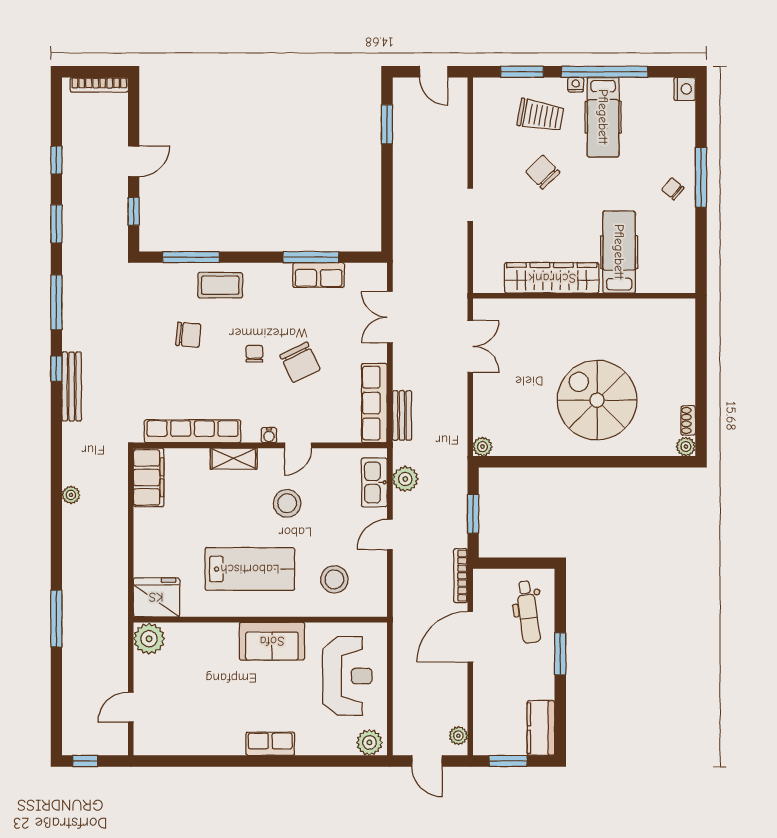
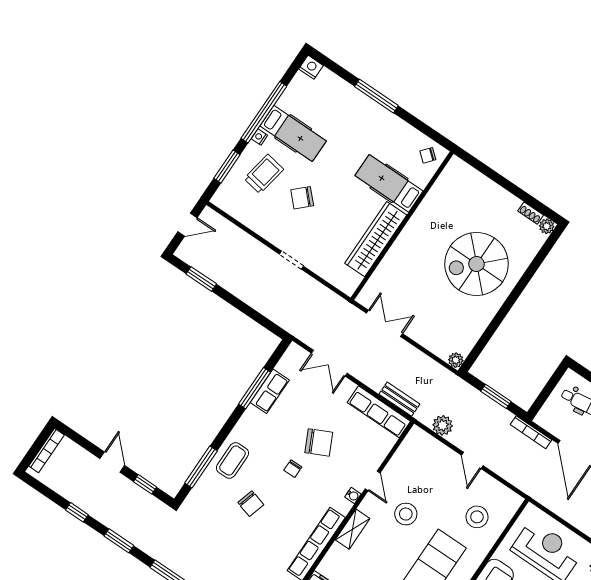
chair: (673, 189) -> (428, 155), moved
chair: (188, 335) -> (251, 504), turned 101
chair: (254, 354) -> (293, 469), turned -90
kitchen sink: (374, 482) -> (431, 447), removed

